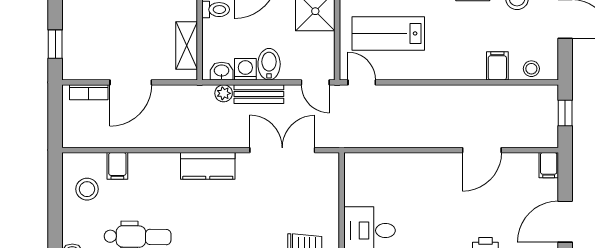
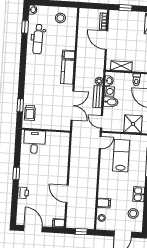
door: (315, 82) -> (101, 122), hinge flipped
filing cabinet: (117, 166) -> (69, 55), moved

